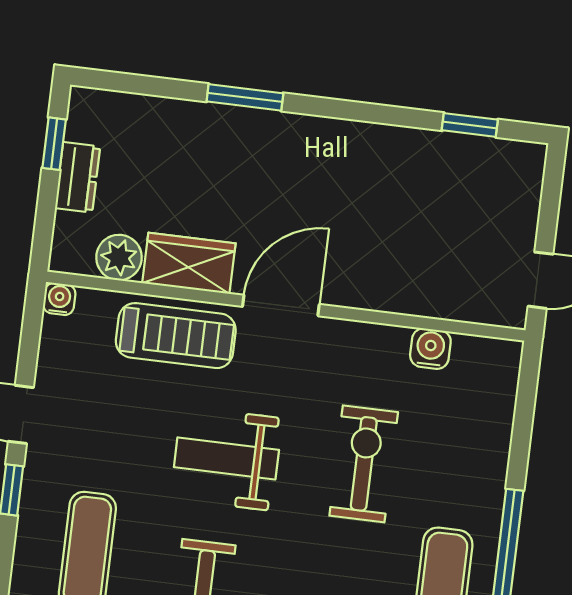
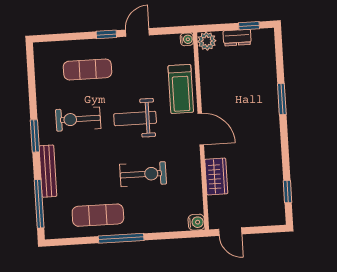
plant: (119, 257) -> (207, 41), moved
wardrobe: (189, 263) -> (216, 177), moved
water cooler: (430, 349) -> (196, 222), moved
weight bench: (226, 458) -> (135, 119), turned -90

